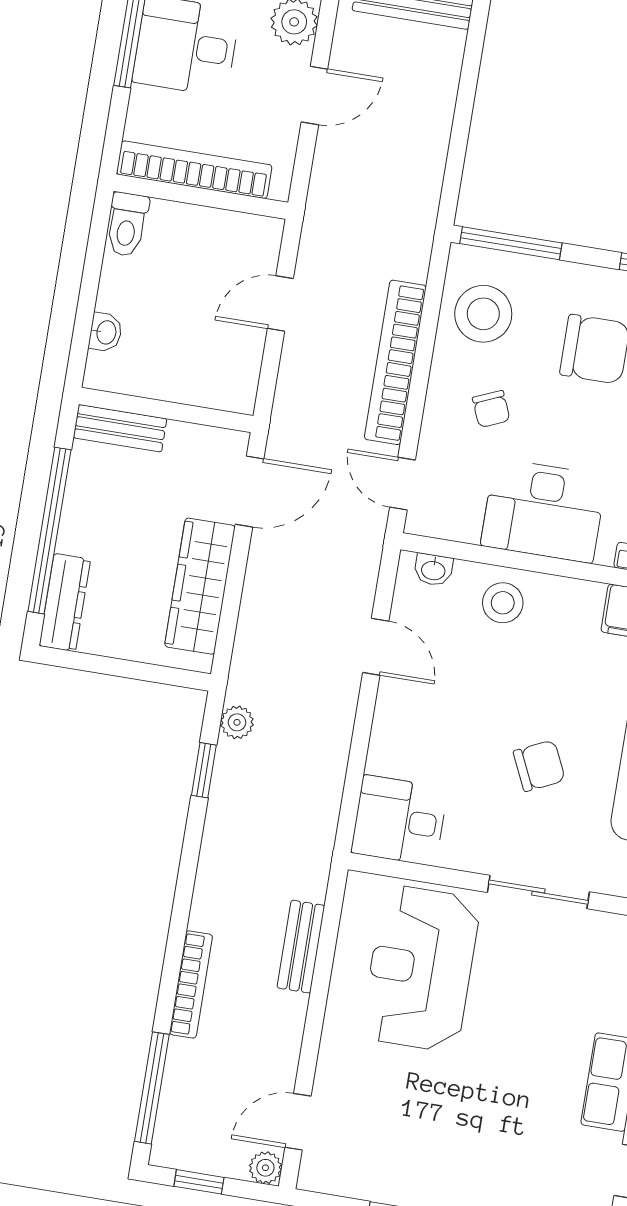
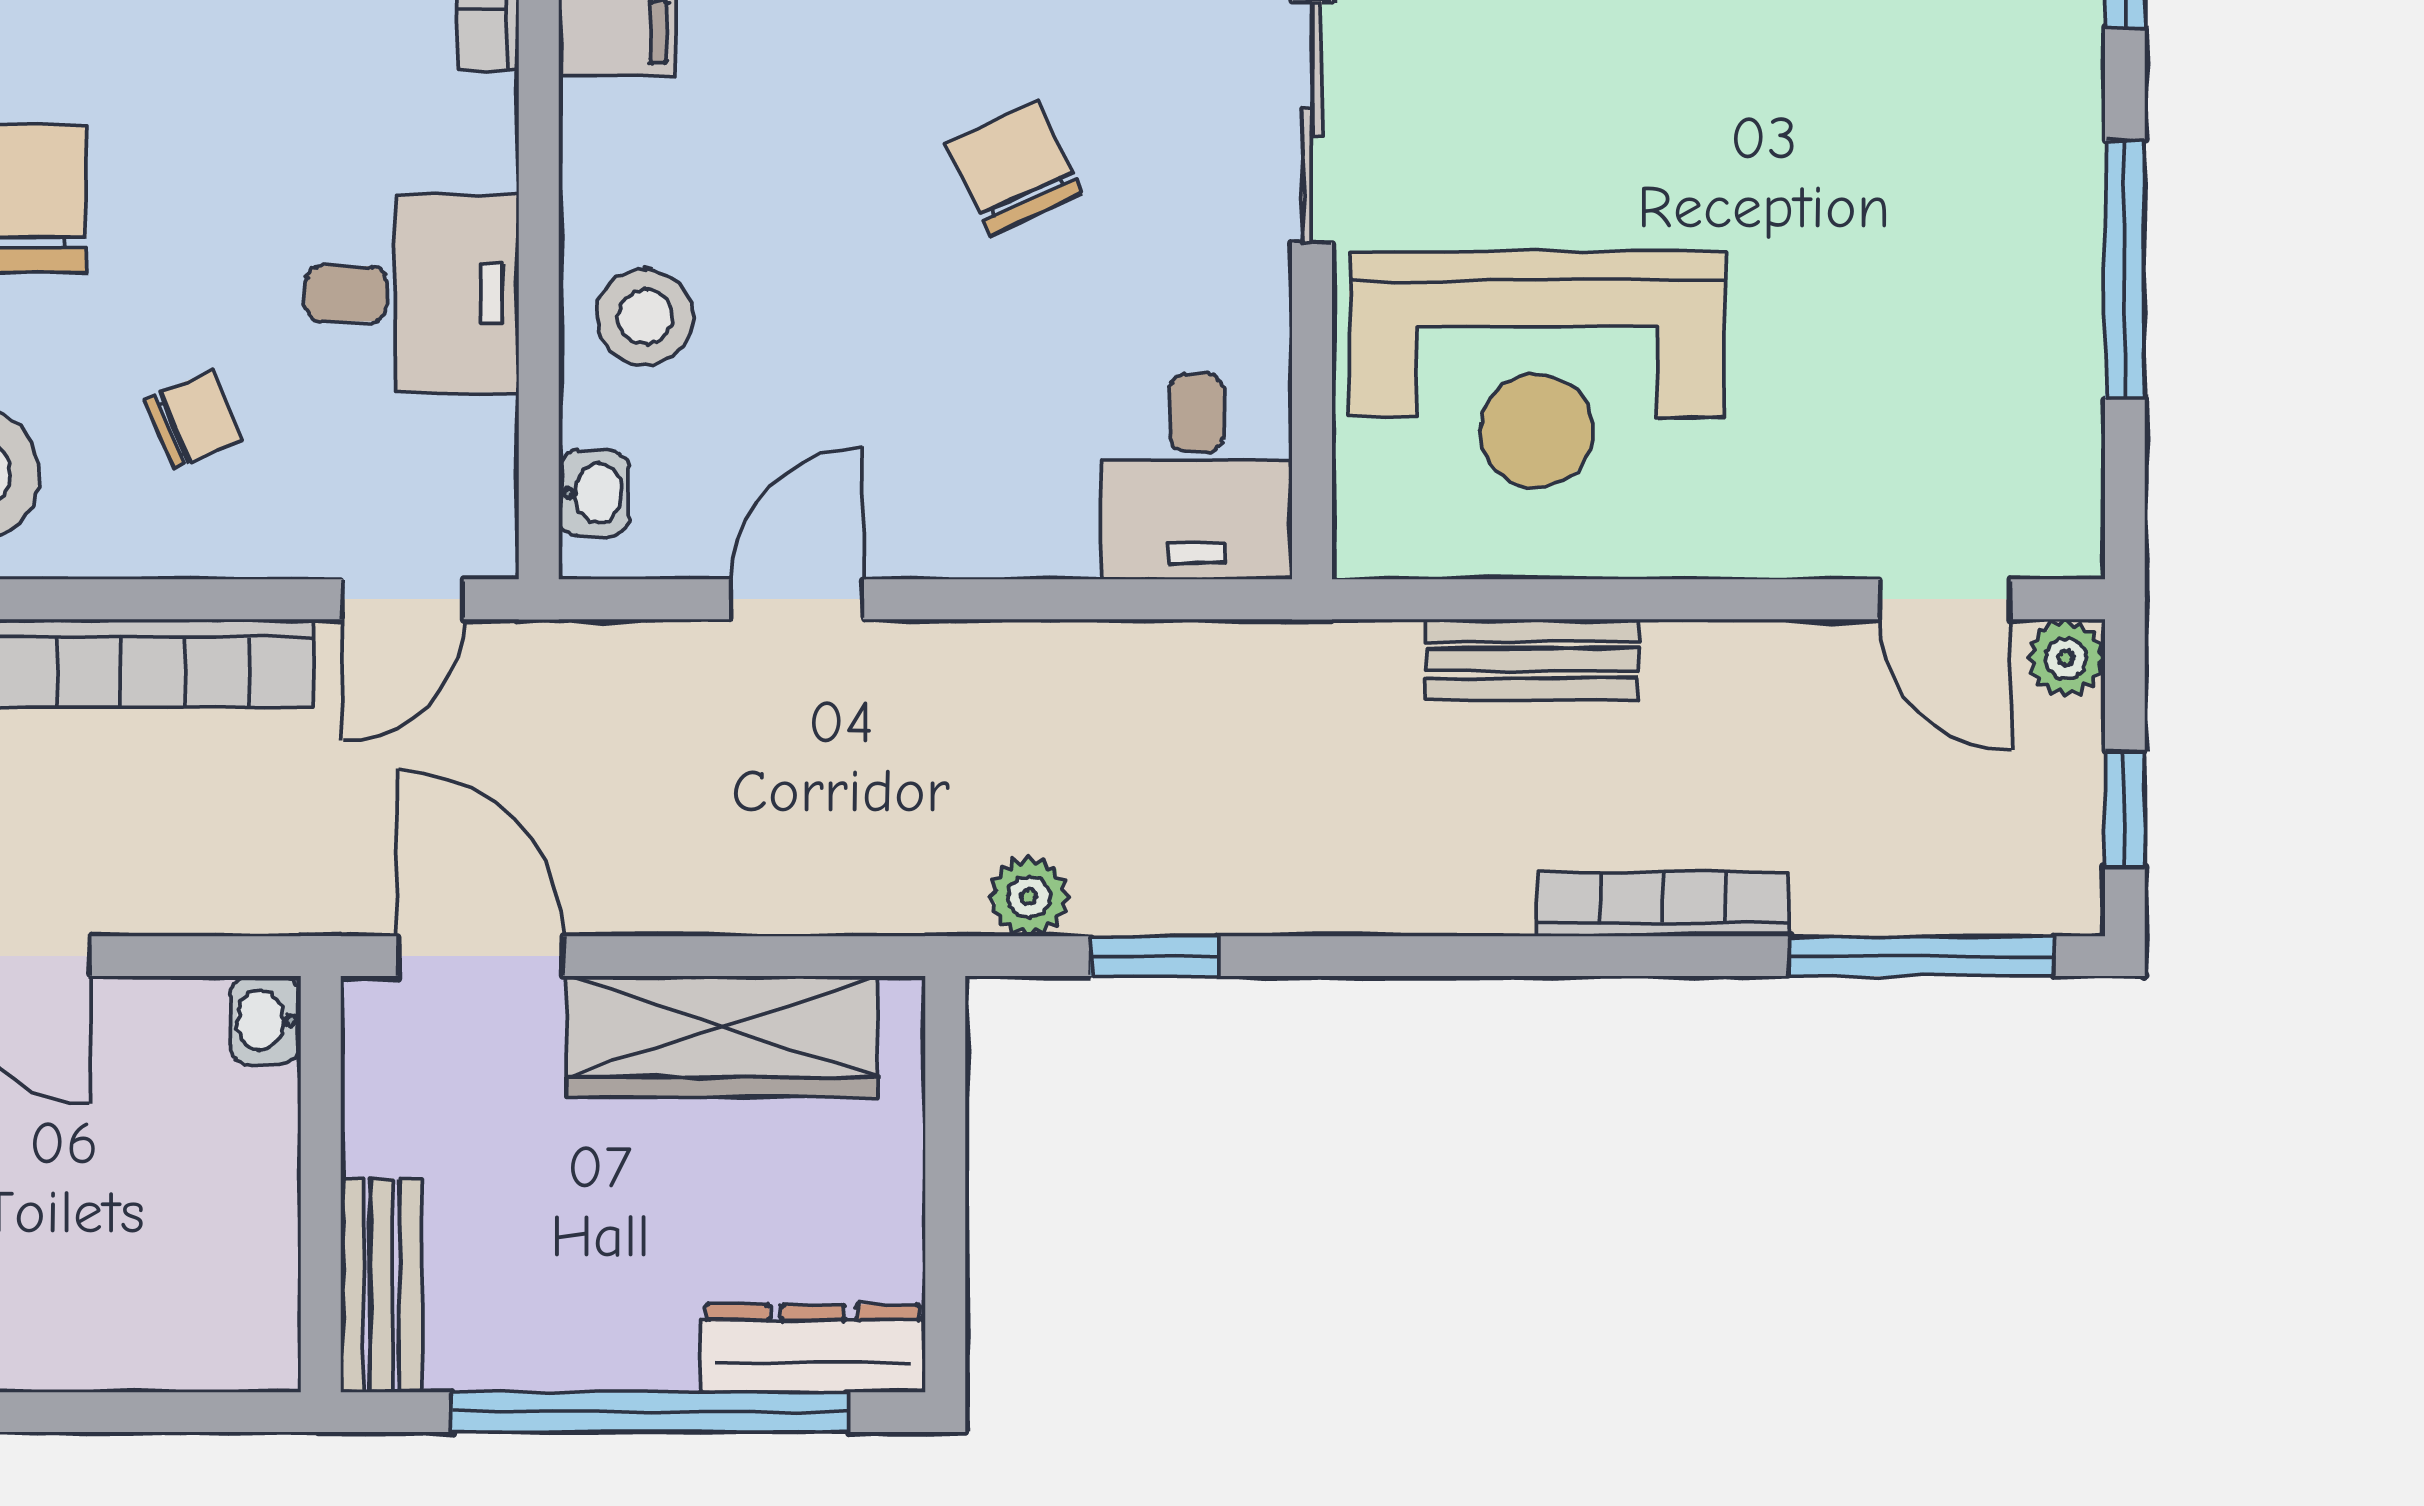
washbasin: (106, 332) -> (265, 1020), moved, turned -90
desk: (544, 511) -> (412, 294), width x0.73

